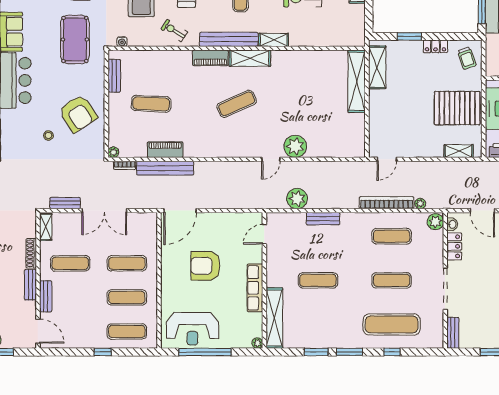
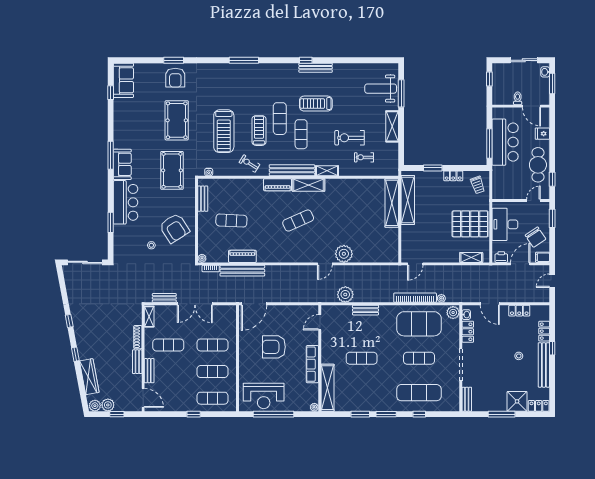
exercise bike: (321, 23) -> (364, 157), added
shelving: (377, 67) -> (408, 200), width x1.47
exercise mat: (392, 236) -> (419, 324), width x2.00, depth x1.45

